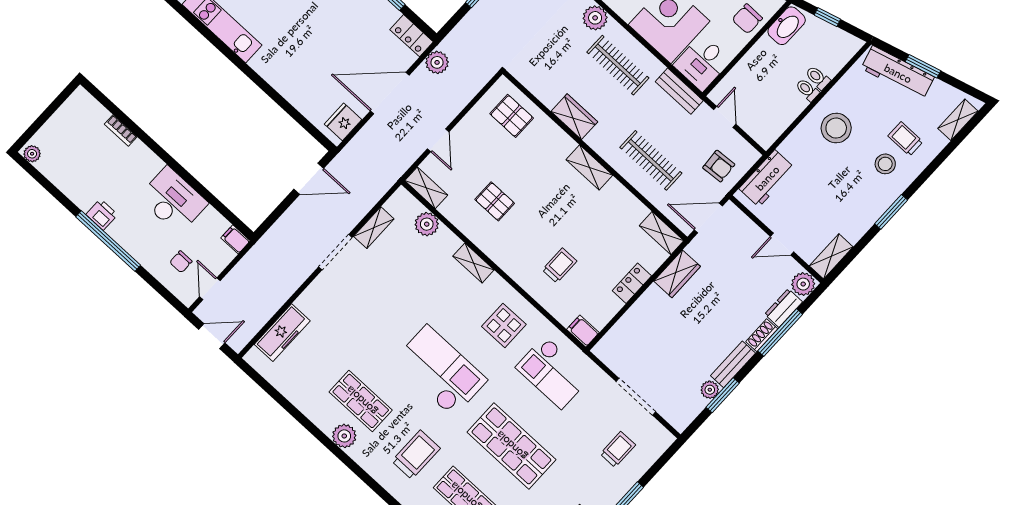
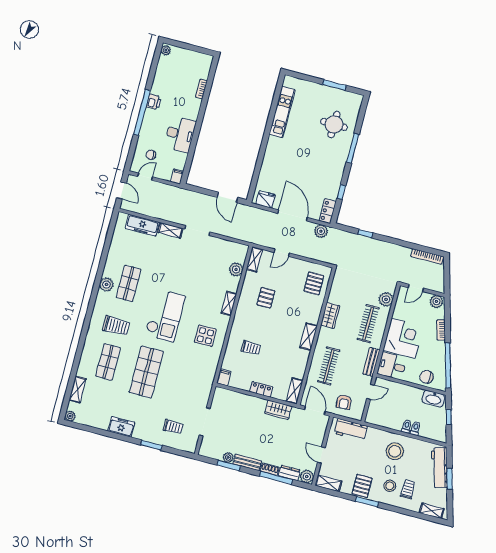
pallet: (863, 207) -> (362, 486), added
shelving: (374, 228) -> (170, 230), moved
checkout: (553, 372) -> (195, 373), removed

